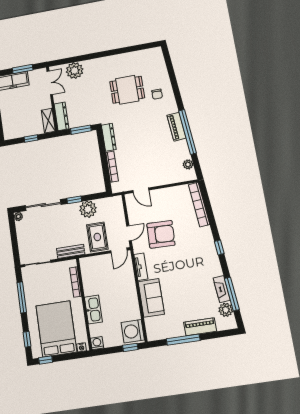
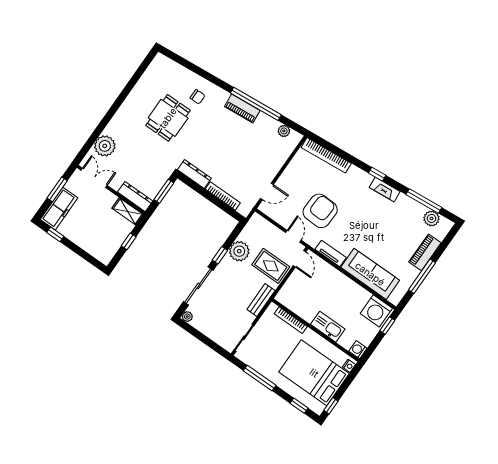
fireplace: (222, 289) -> (385, 189), moved
sofa: (151, 298) -> (370, 274), width x1.36

